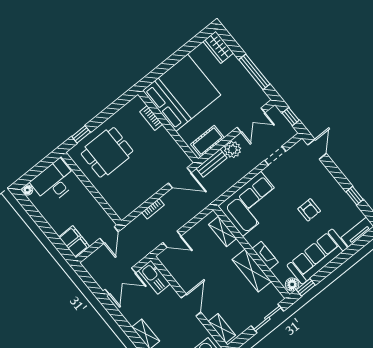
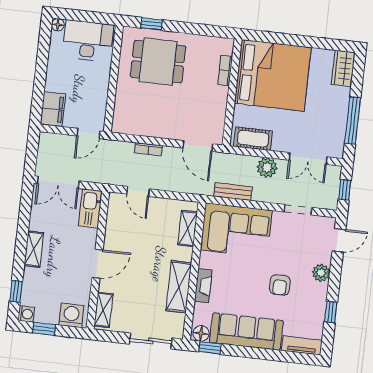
bench: (212, 163) -> (233, 192), moved
plant: (326, 179) -> (321, 273), added

